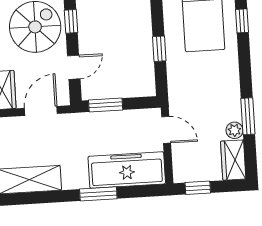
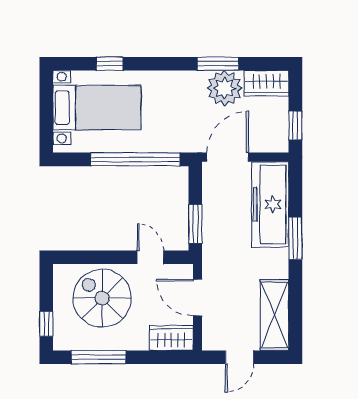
window: (71, 21) -> (98, 257), removed
window: (159, 49) -> (135, 159), width x3.17
door: (166, 130) -> (228, 157), width x1.38
plant: (234, 130) -> (225, 88), width x1.87, depth x1.87

